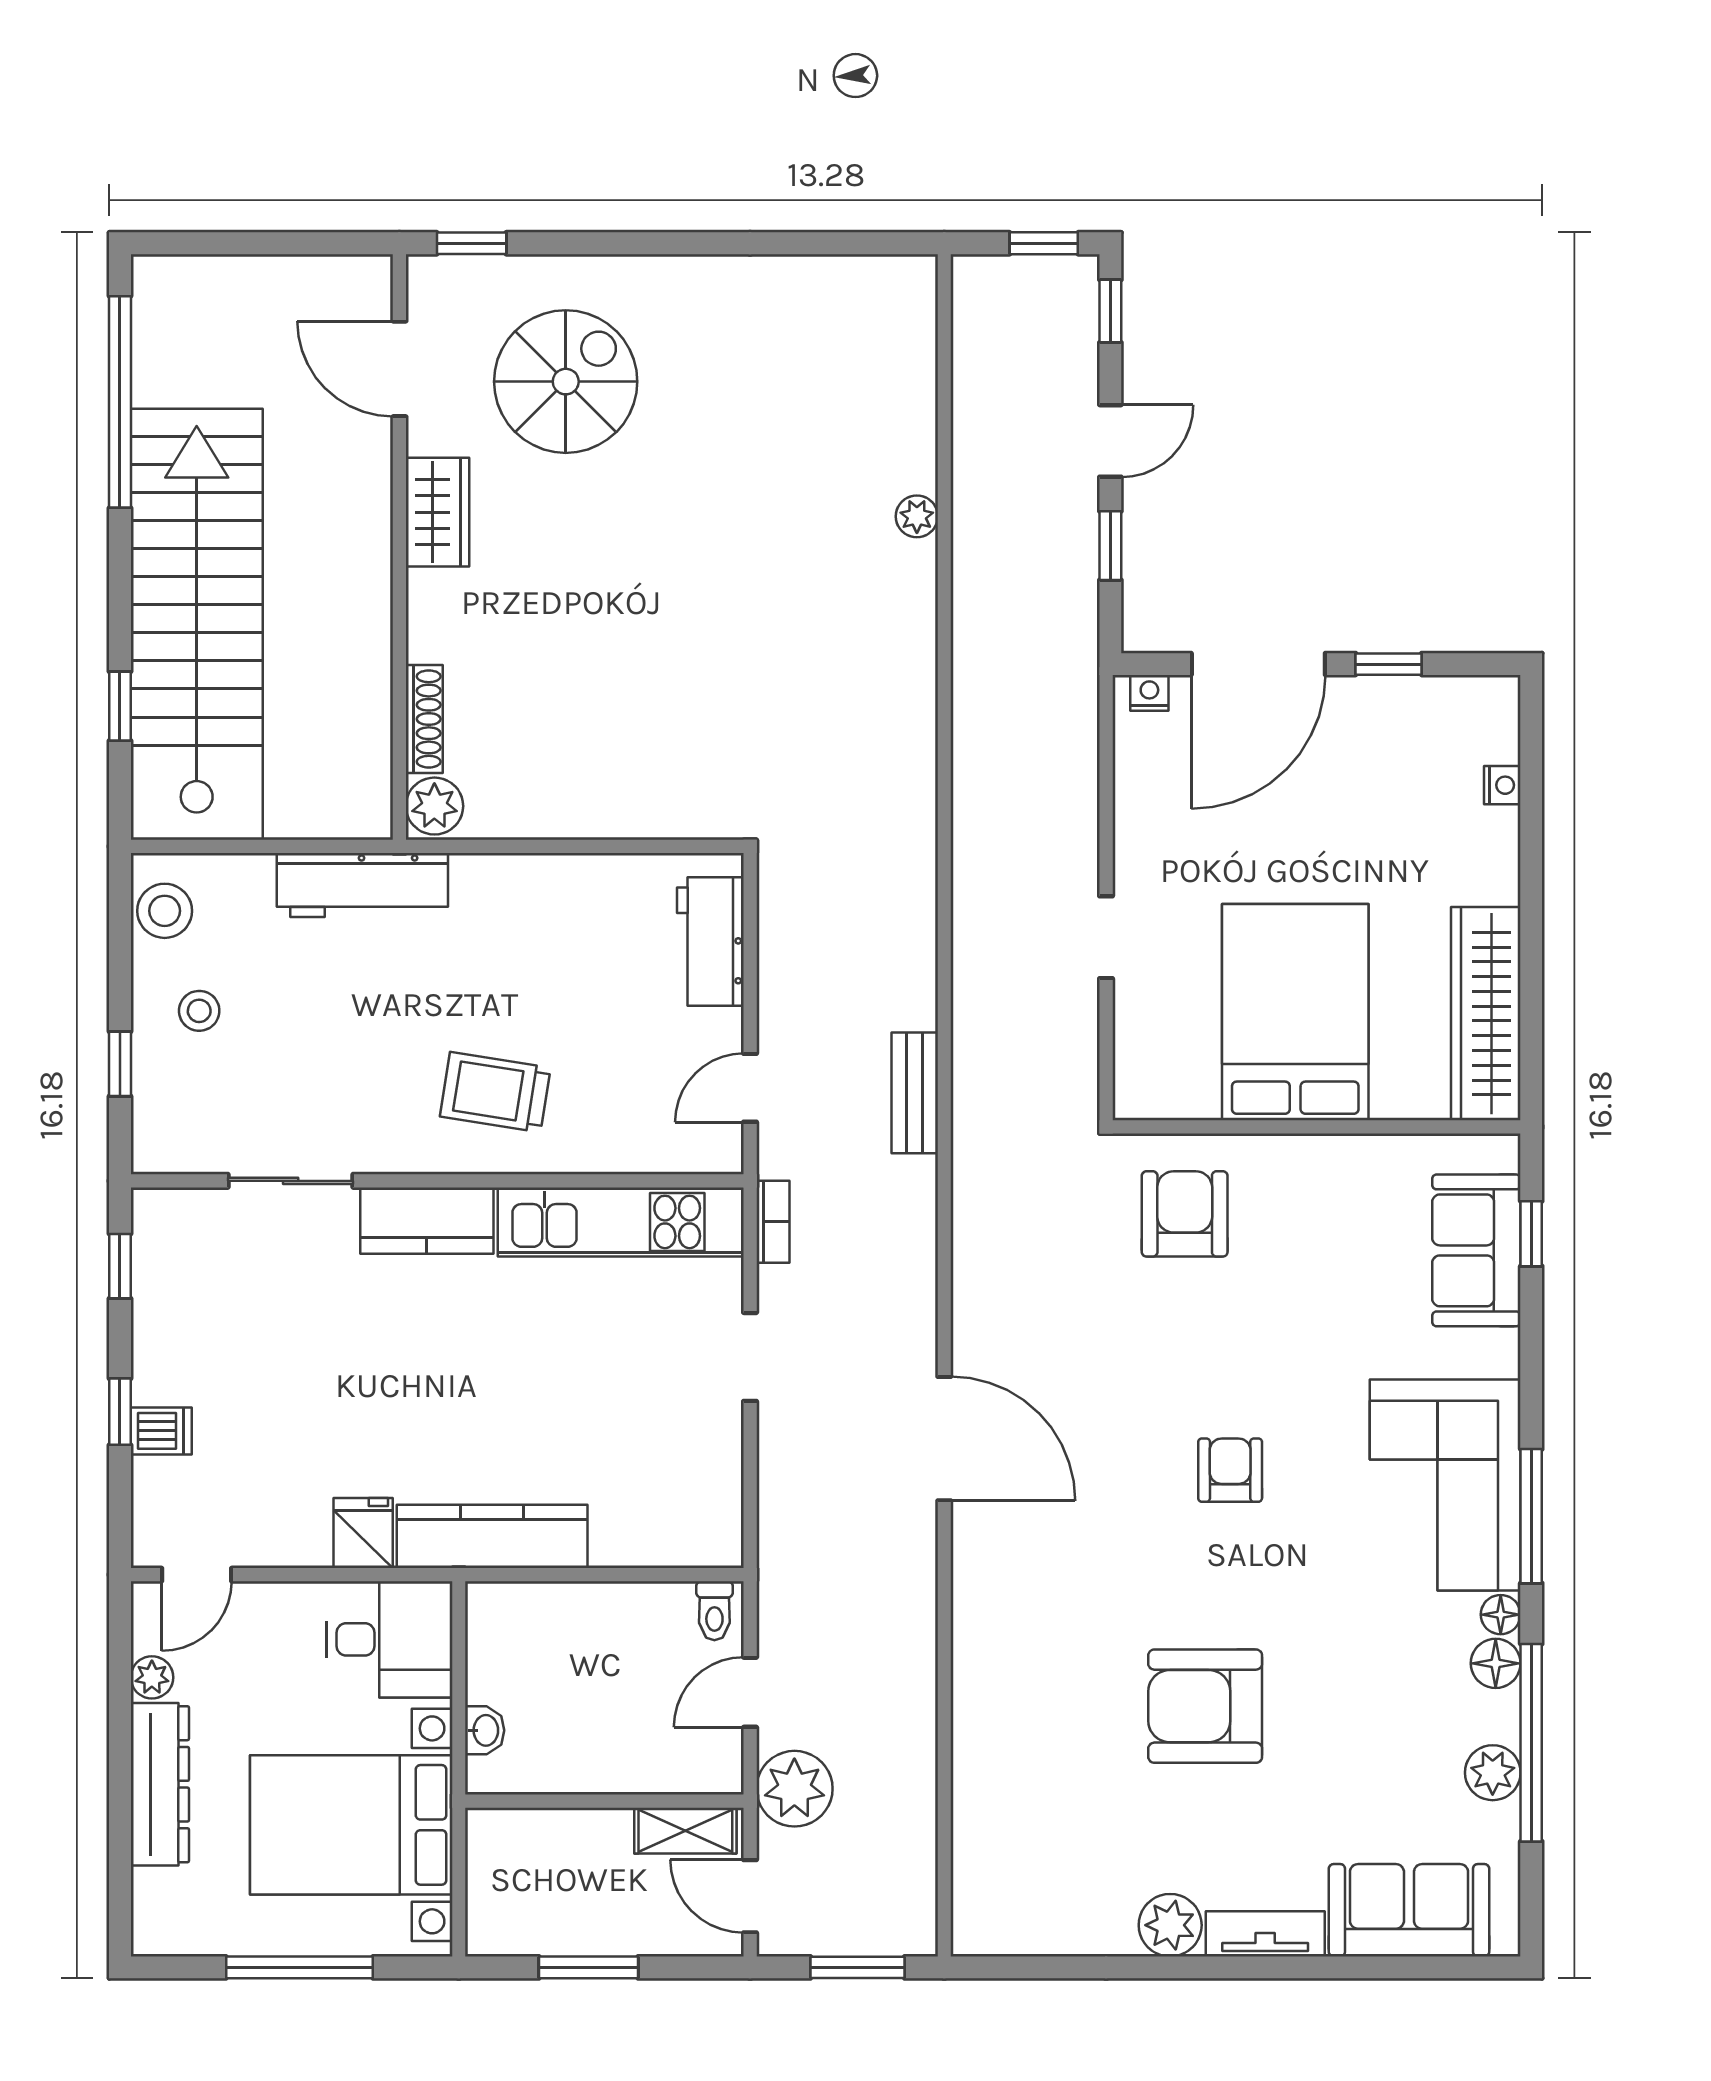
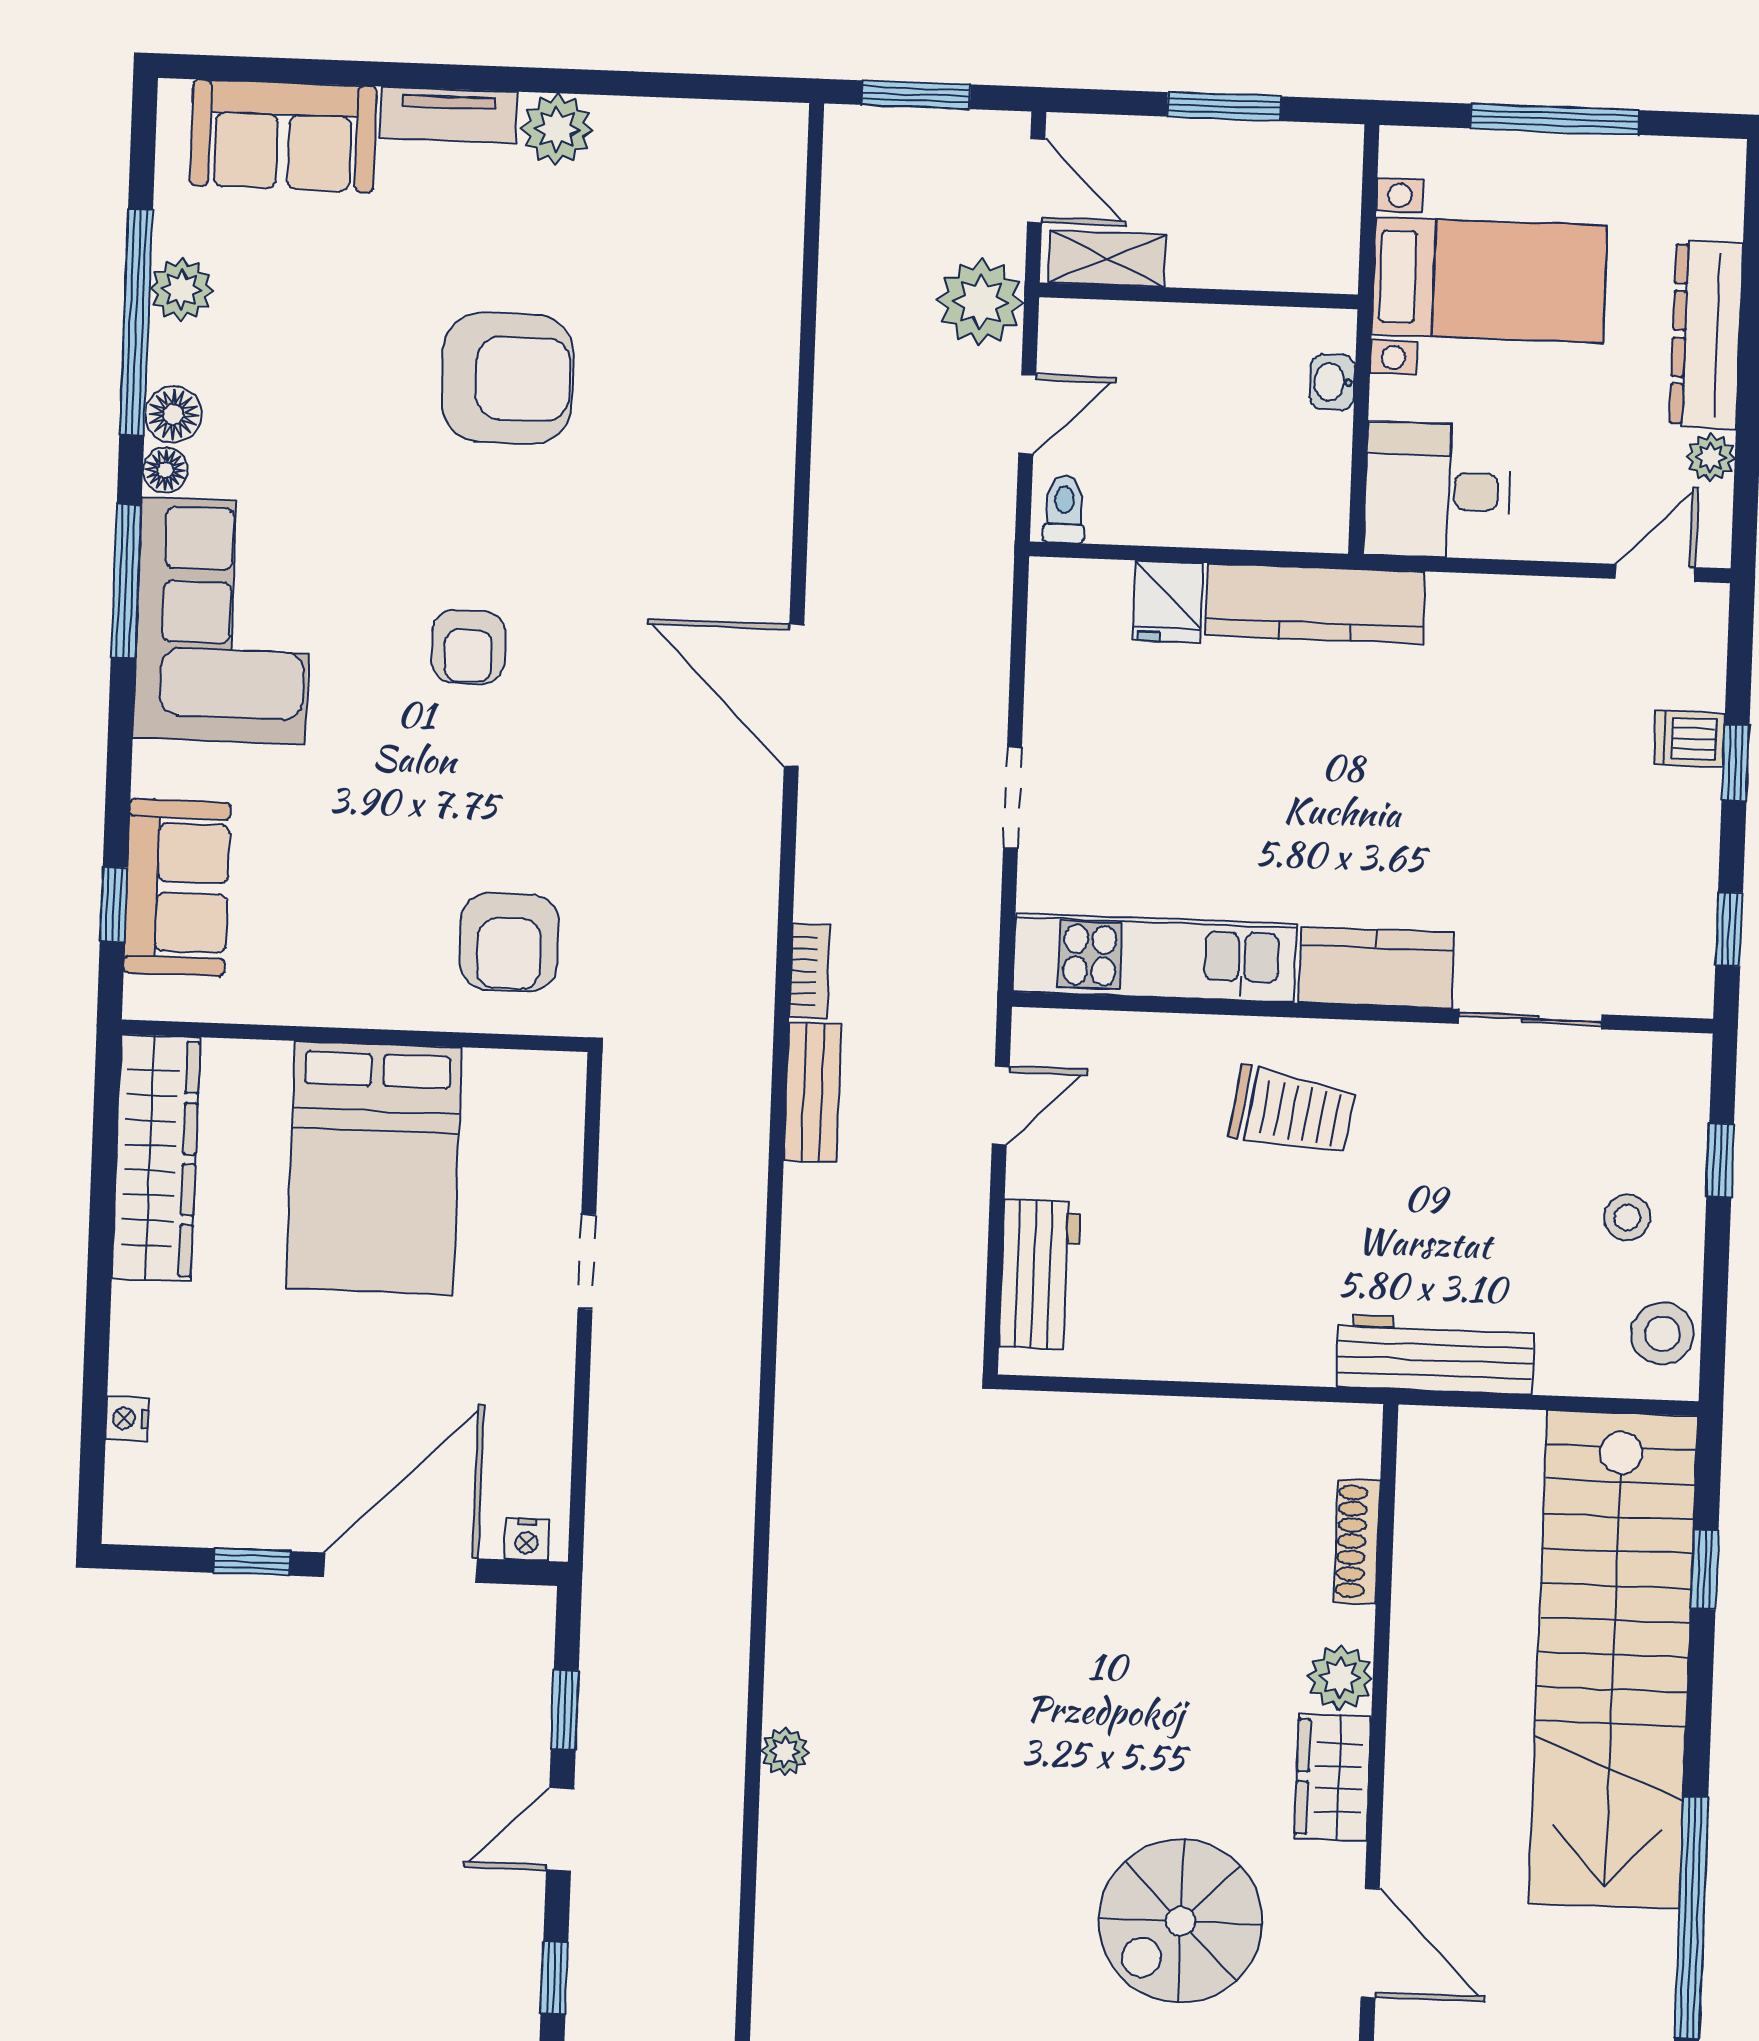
plant: (434, 806) -> (1340, 1678), moved
bookcase: (773, 1222) -> (810, 971), moved, turned 180
fridge: (363, 1533) -> (1168, 602), moved
bed with nightstands: (351, 1825) -> (1489, 280), width x0.73

